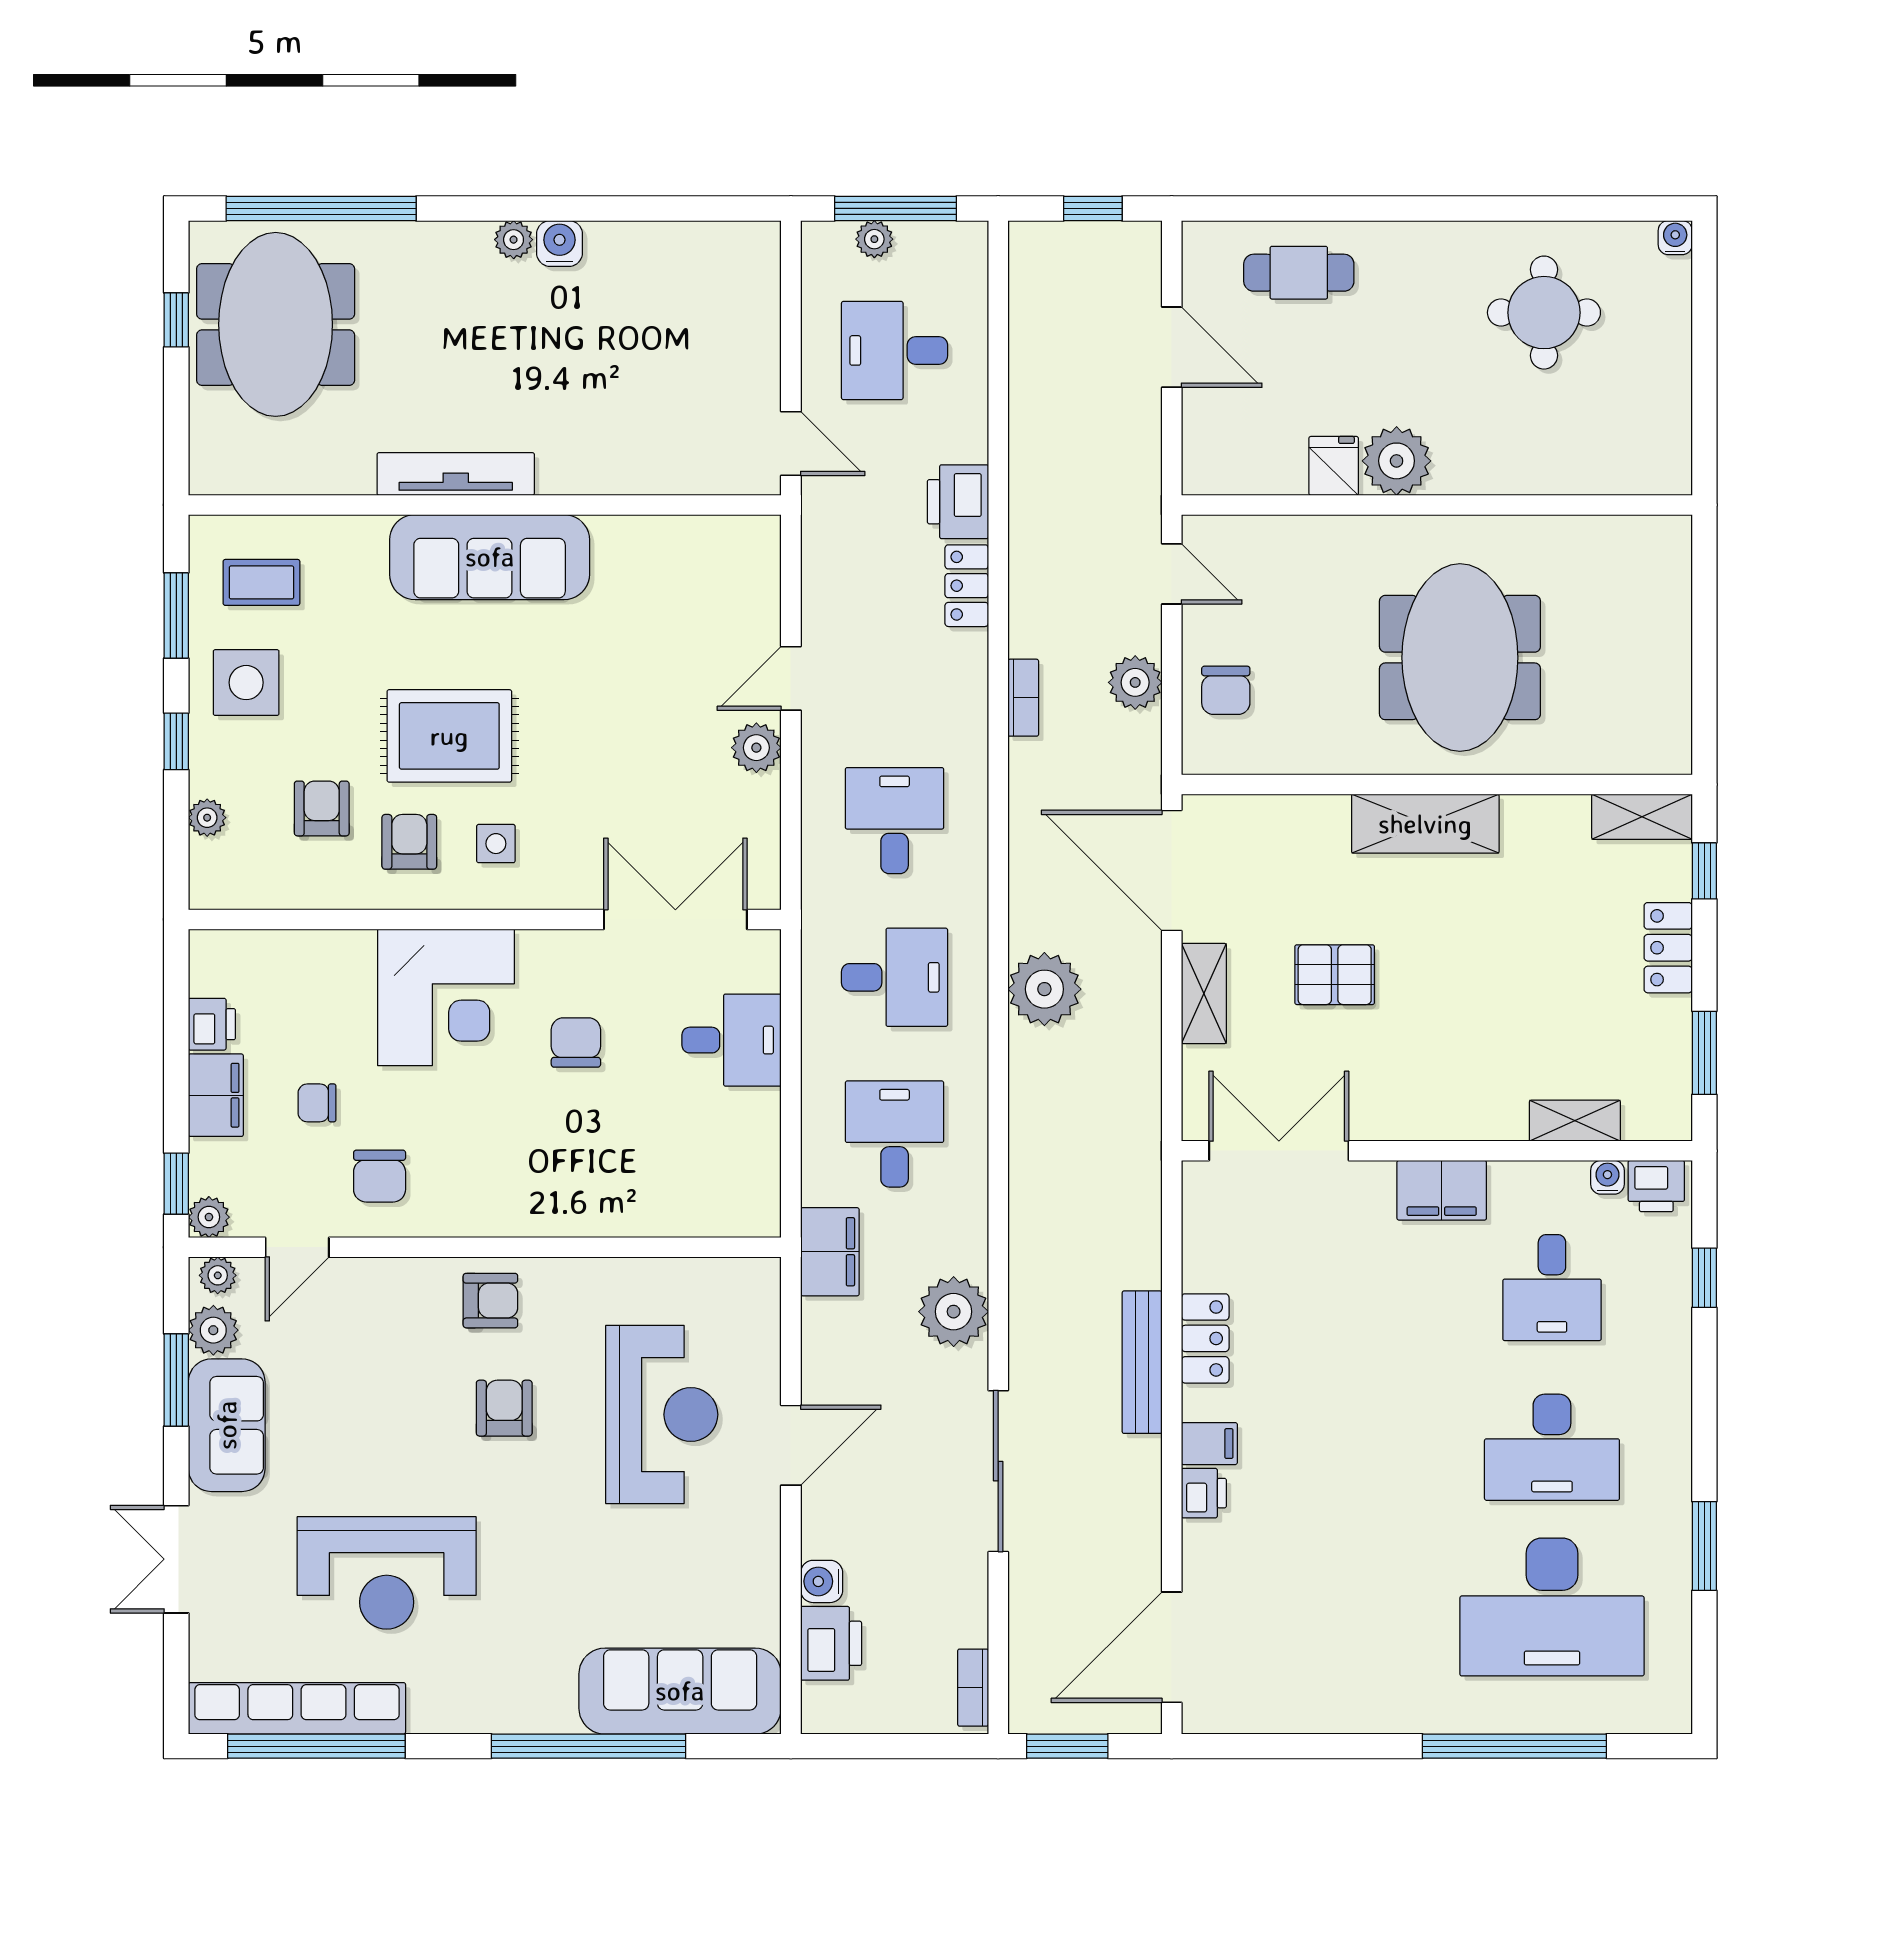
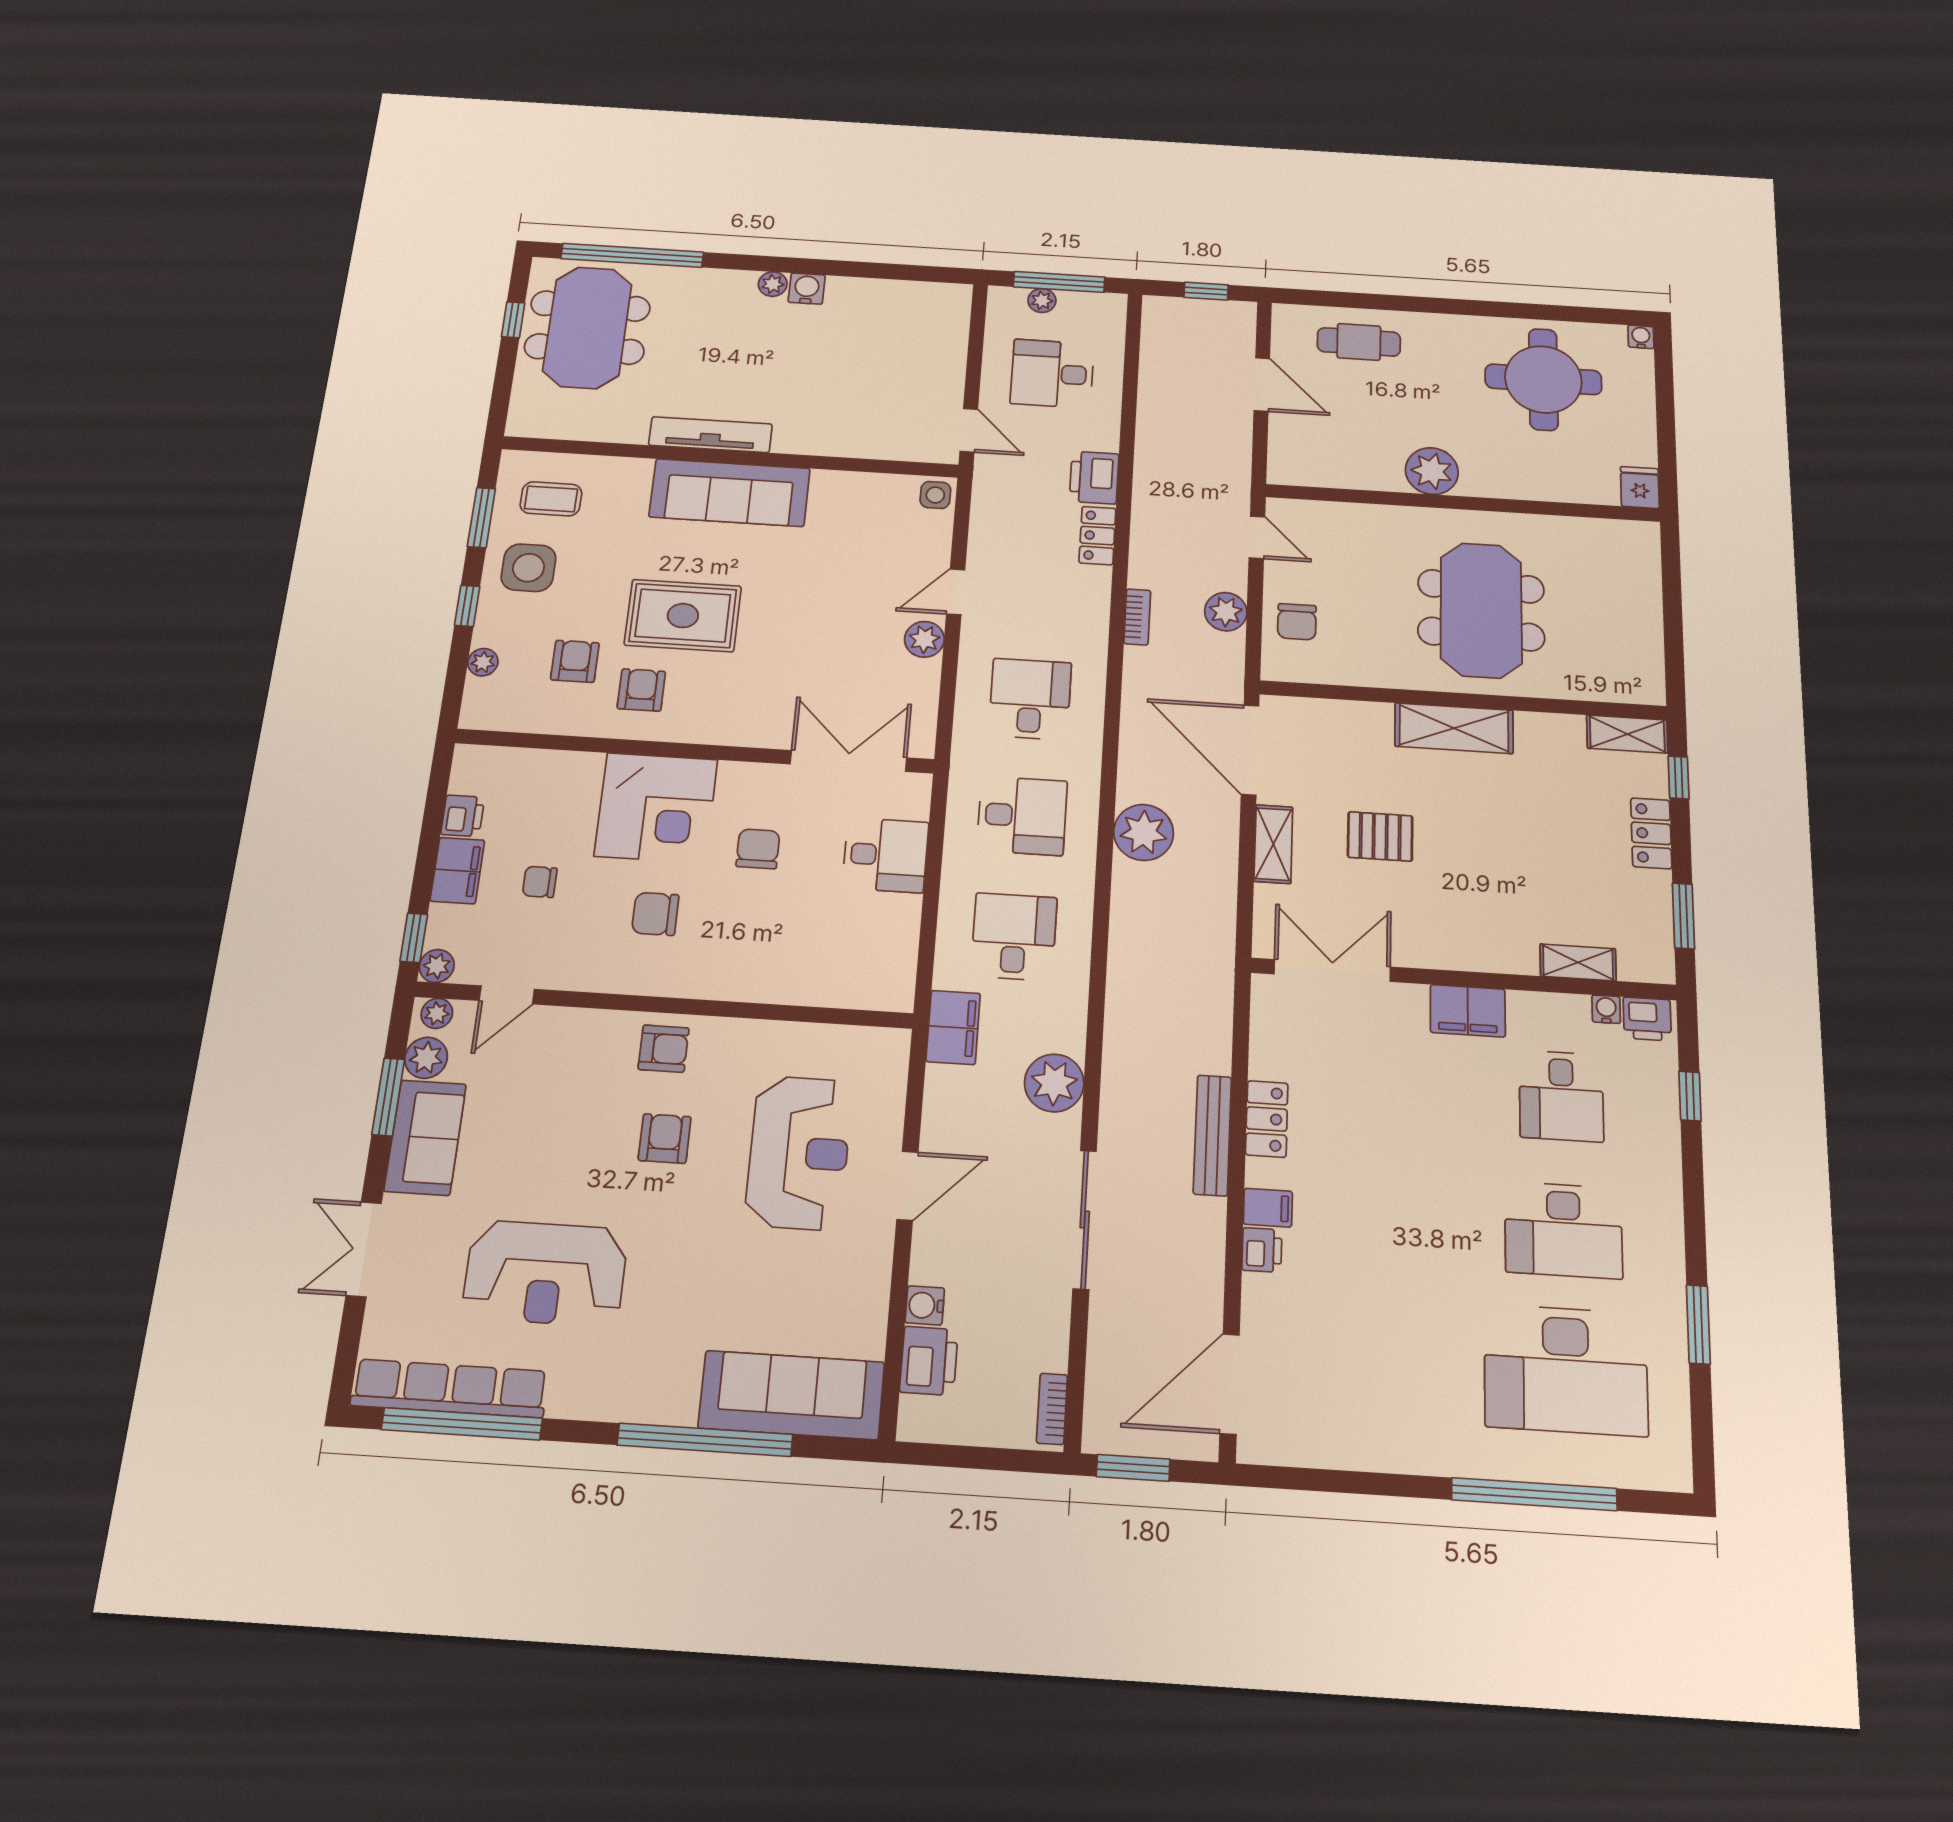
round table: (1544, 313) -> (1543, 379), width x1.36, depth x1.36
fridge: (1334, 466) -> (1640, 487), moved
side table: (496, 844) -> (935, 495), moved
chair: (380, 1176) -> (655, 914), moved, turned 90

